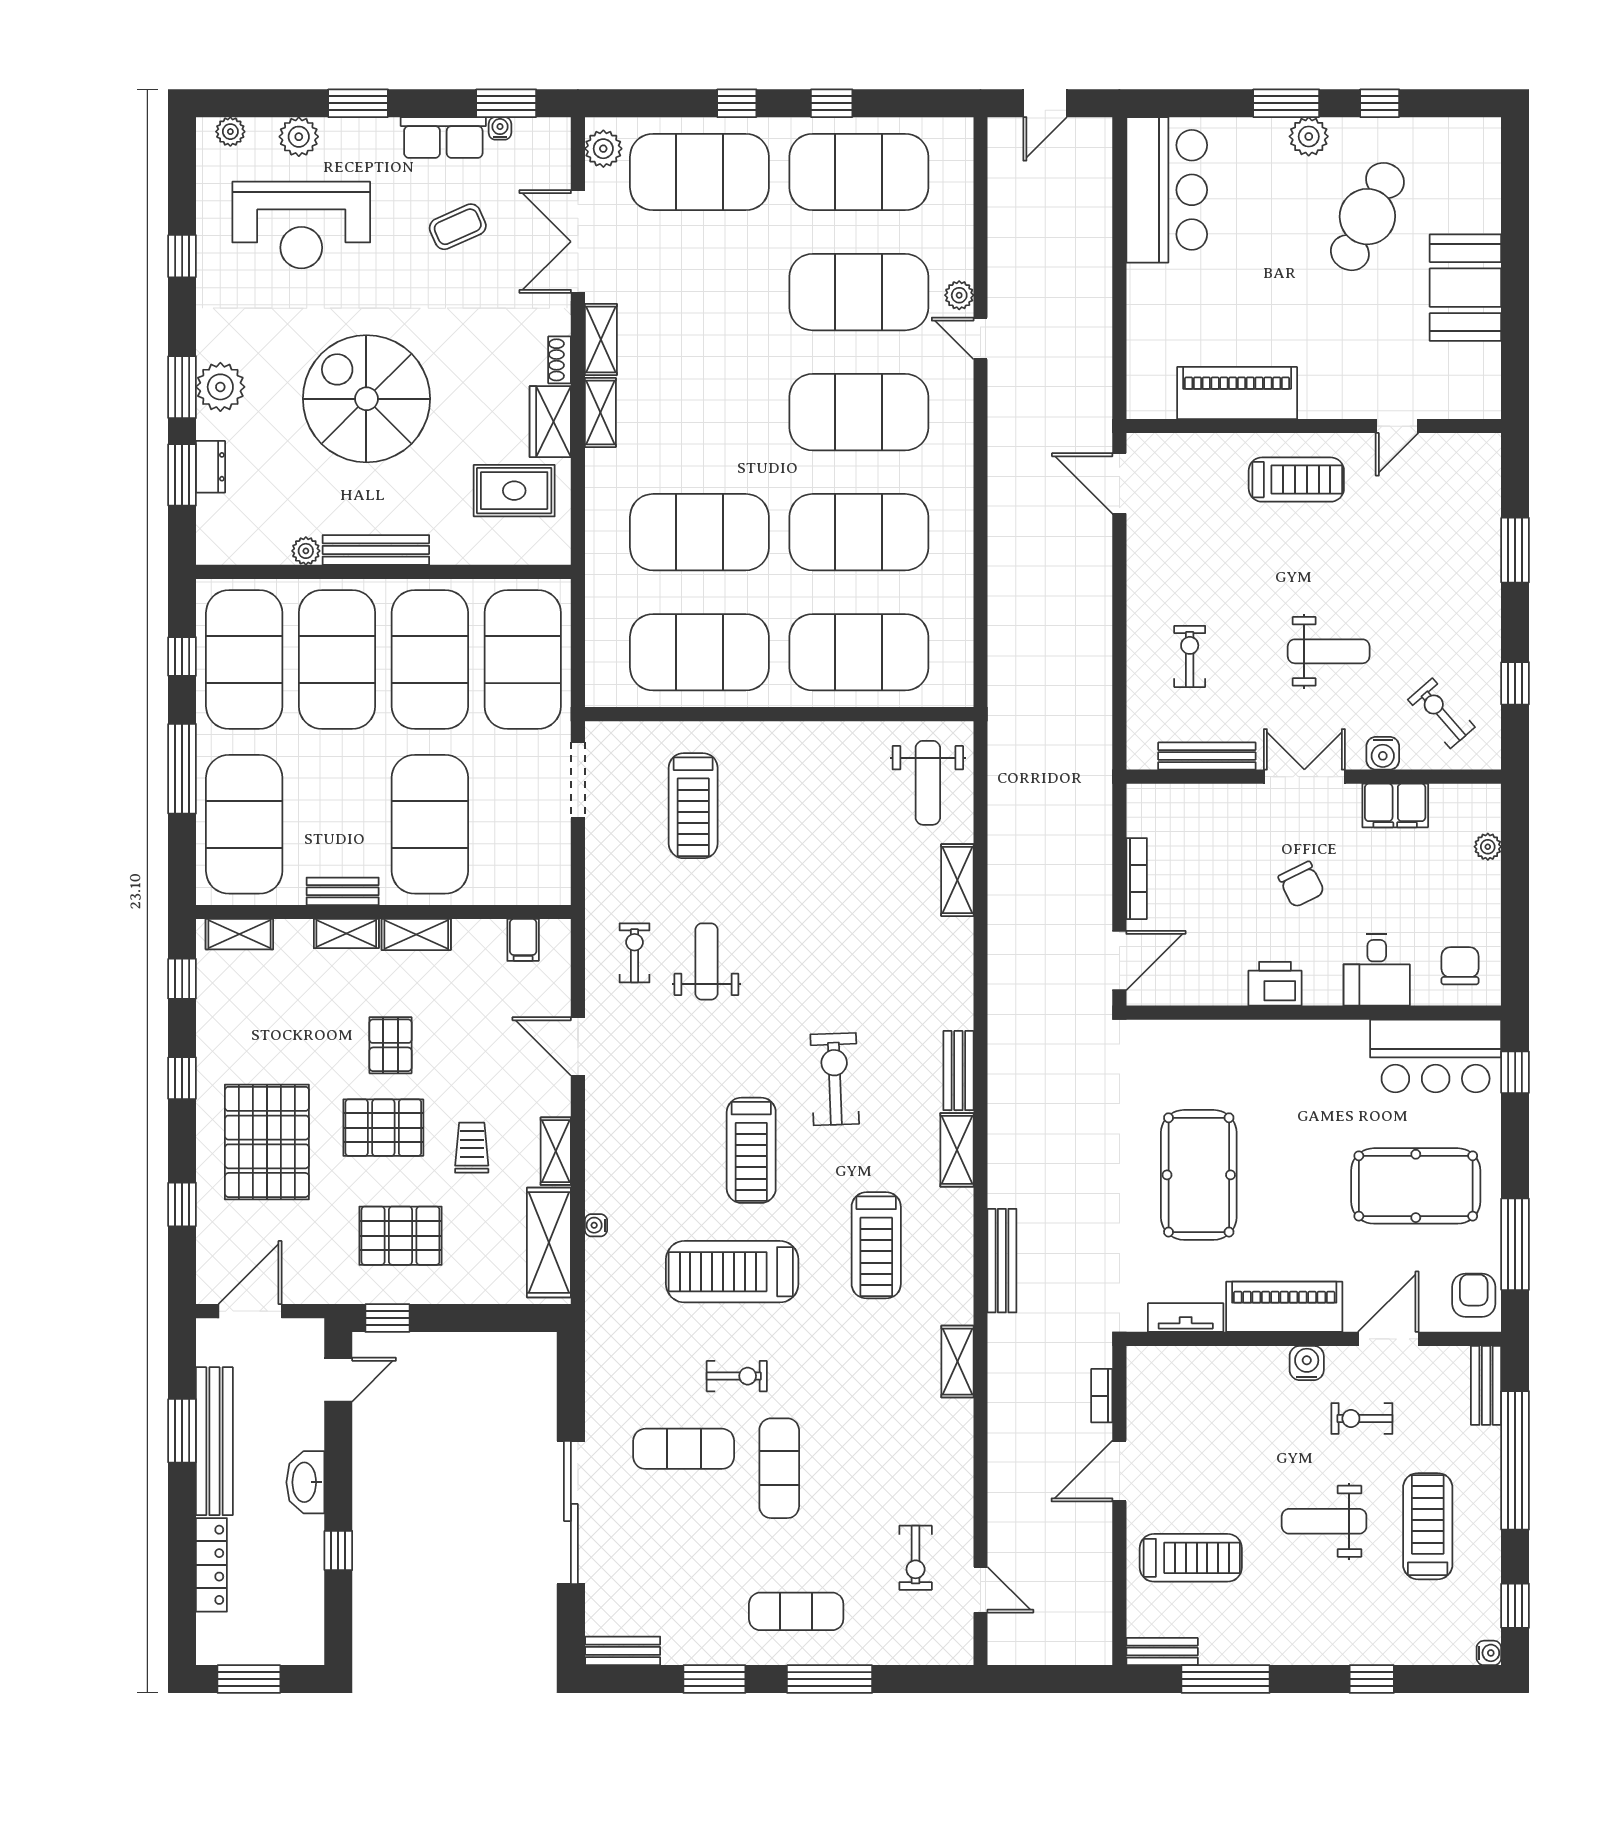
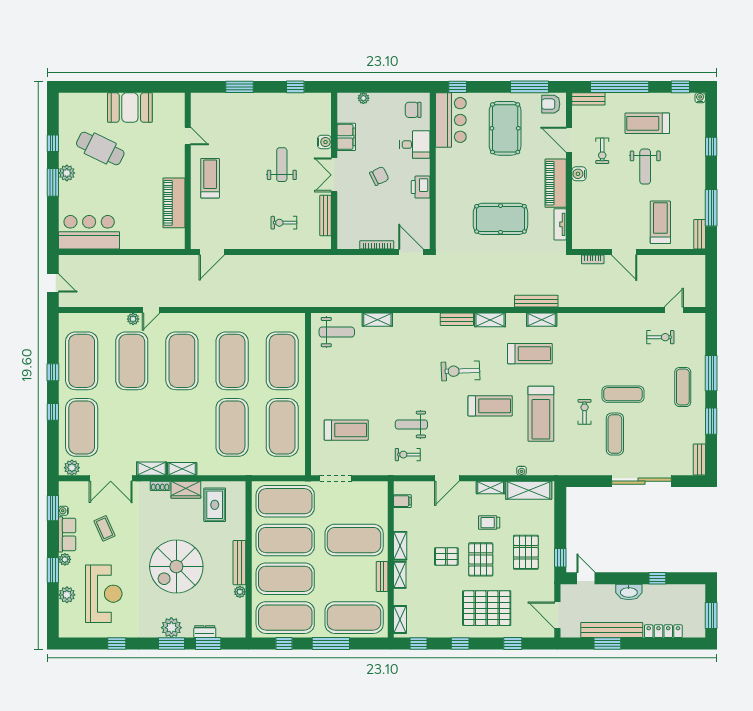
plant: (230, 132) -> (65, 559), moved
exercise bike: (1441, 713) -> (308, 118), removed
shelving: (957, 1362) -> (542, 320), moved

